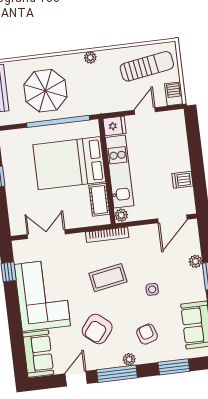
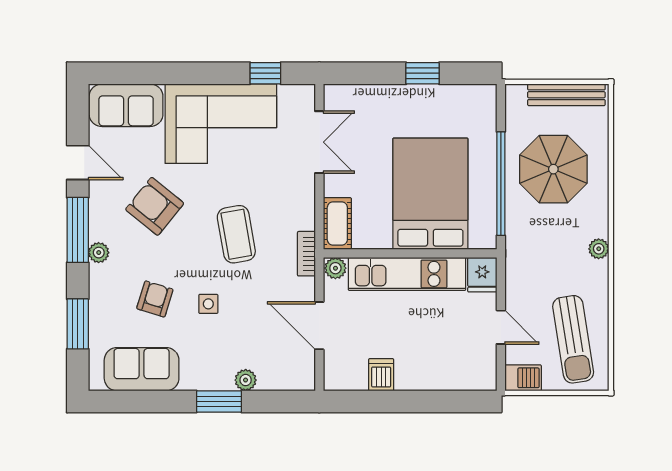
cot: (99, 200) -> (337, 224), moved, turned 90
door: (172, 219) -> (319, 326), moved
bookcase: (107, 235) -> (306, 254), width x0.64
armchair: (147, 334) -> (155, 299), moved, turned -55

